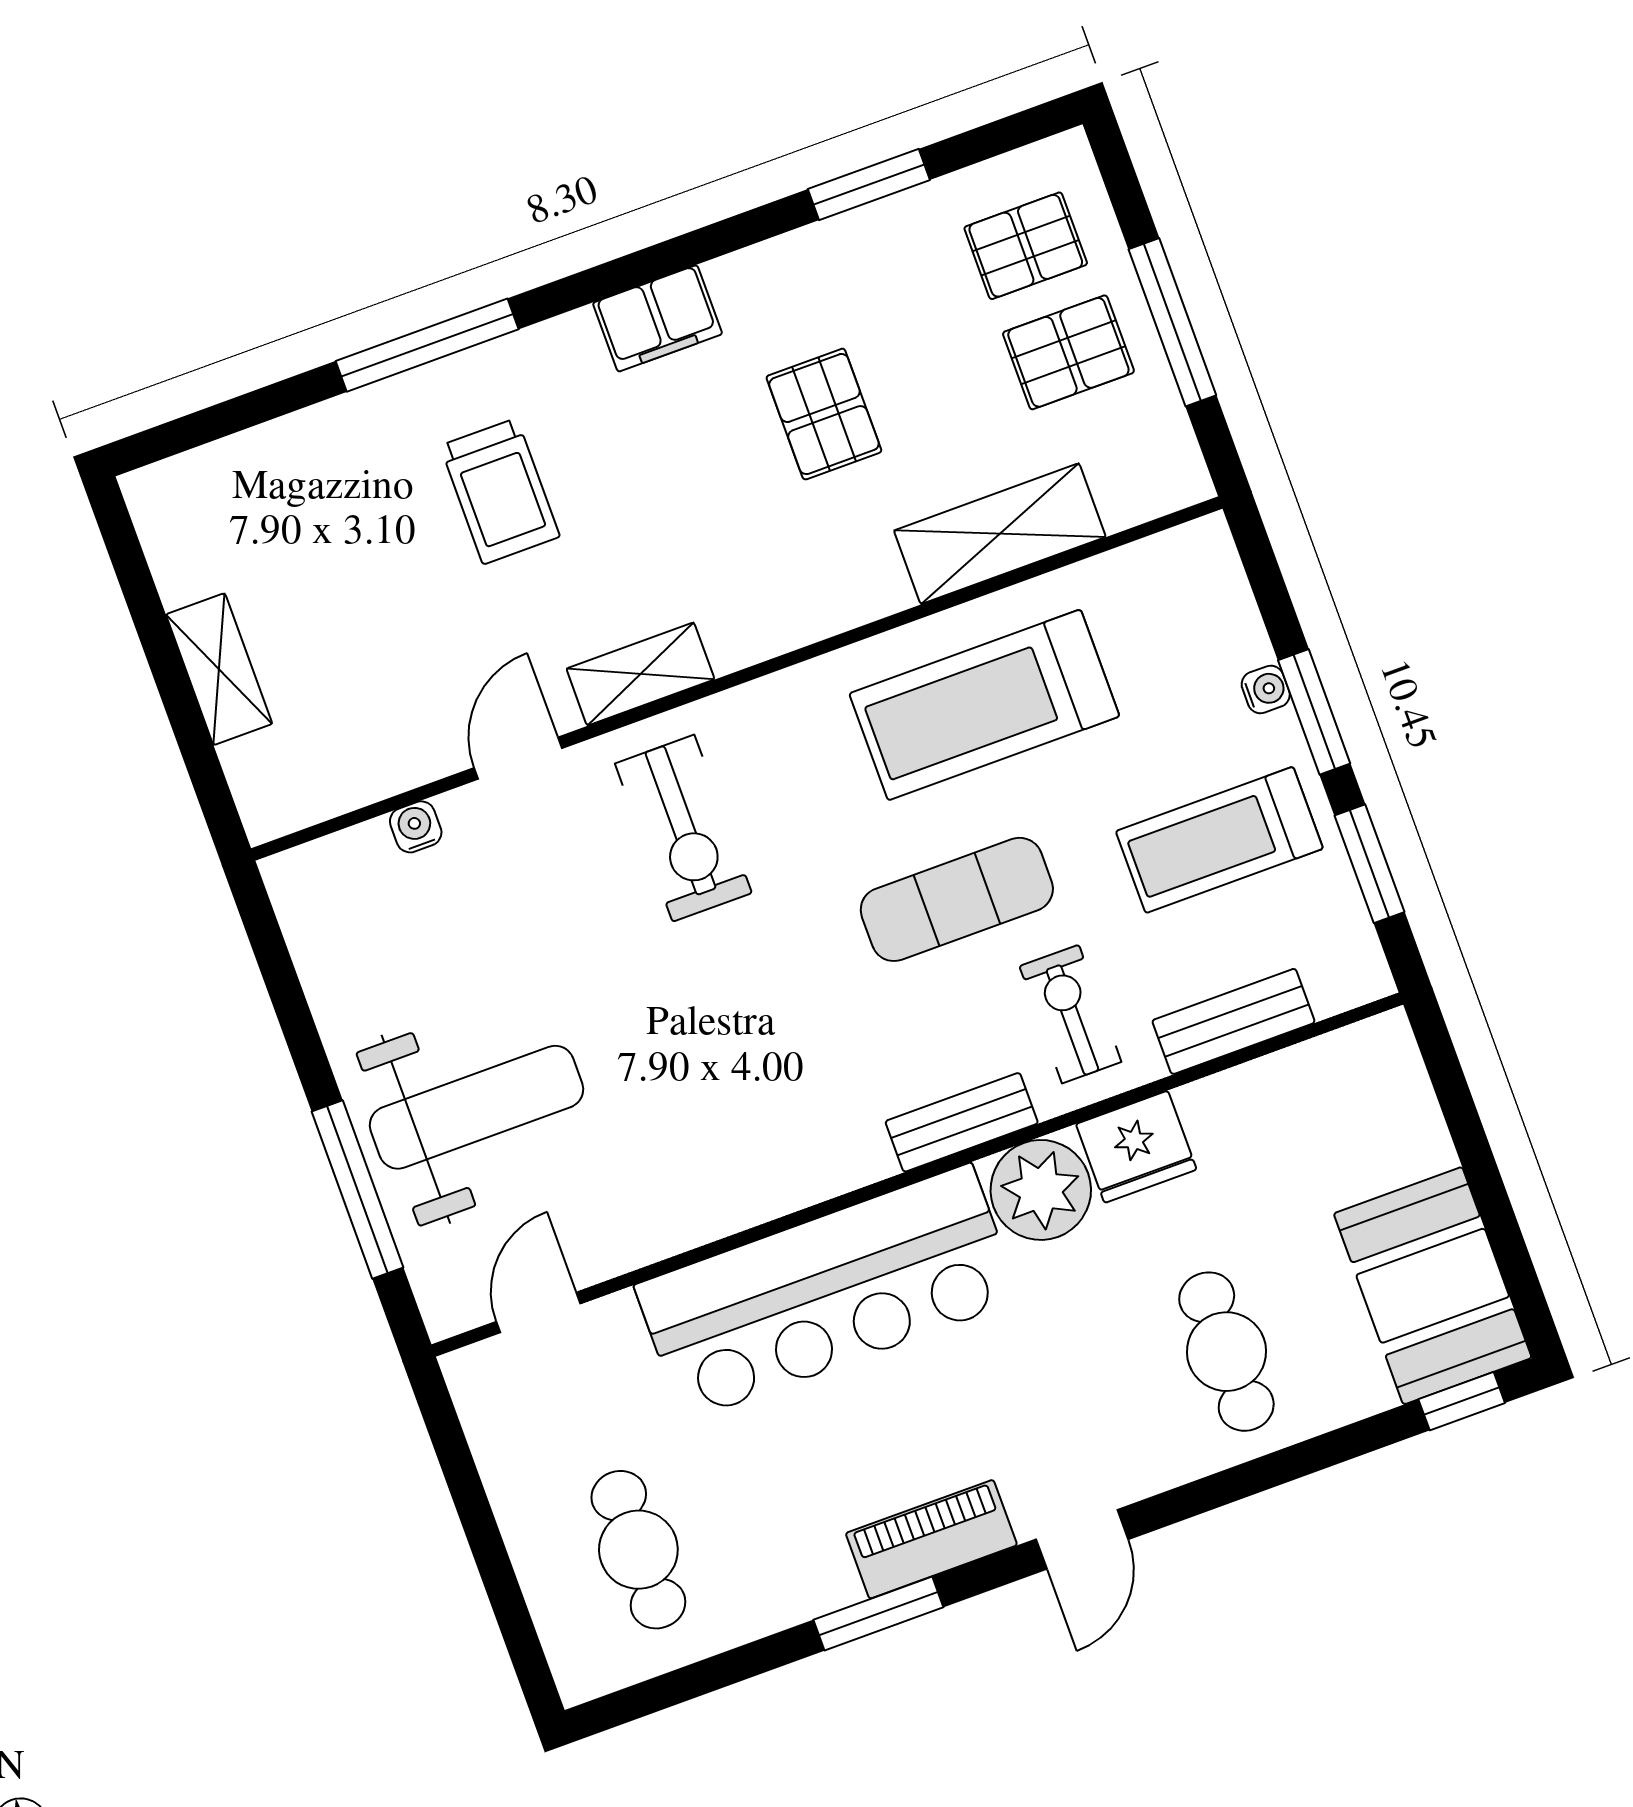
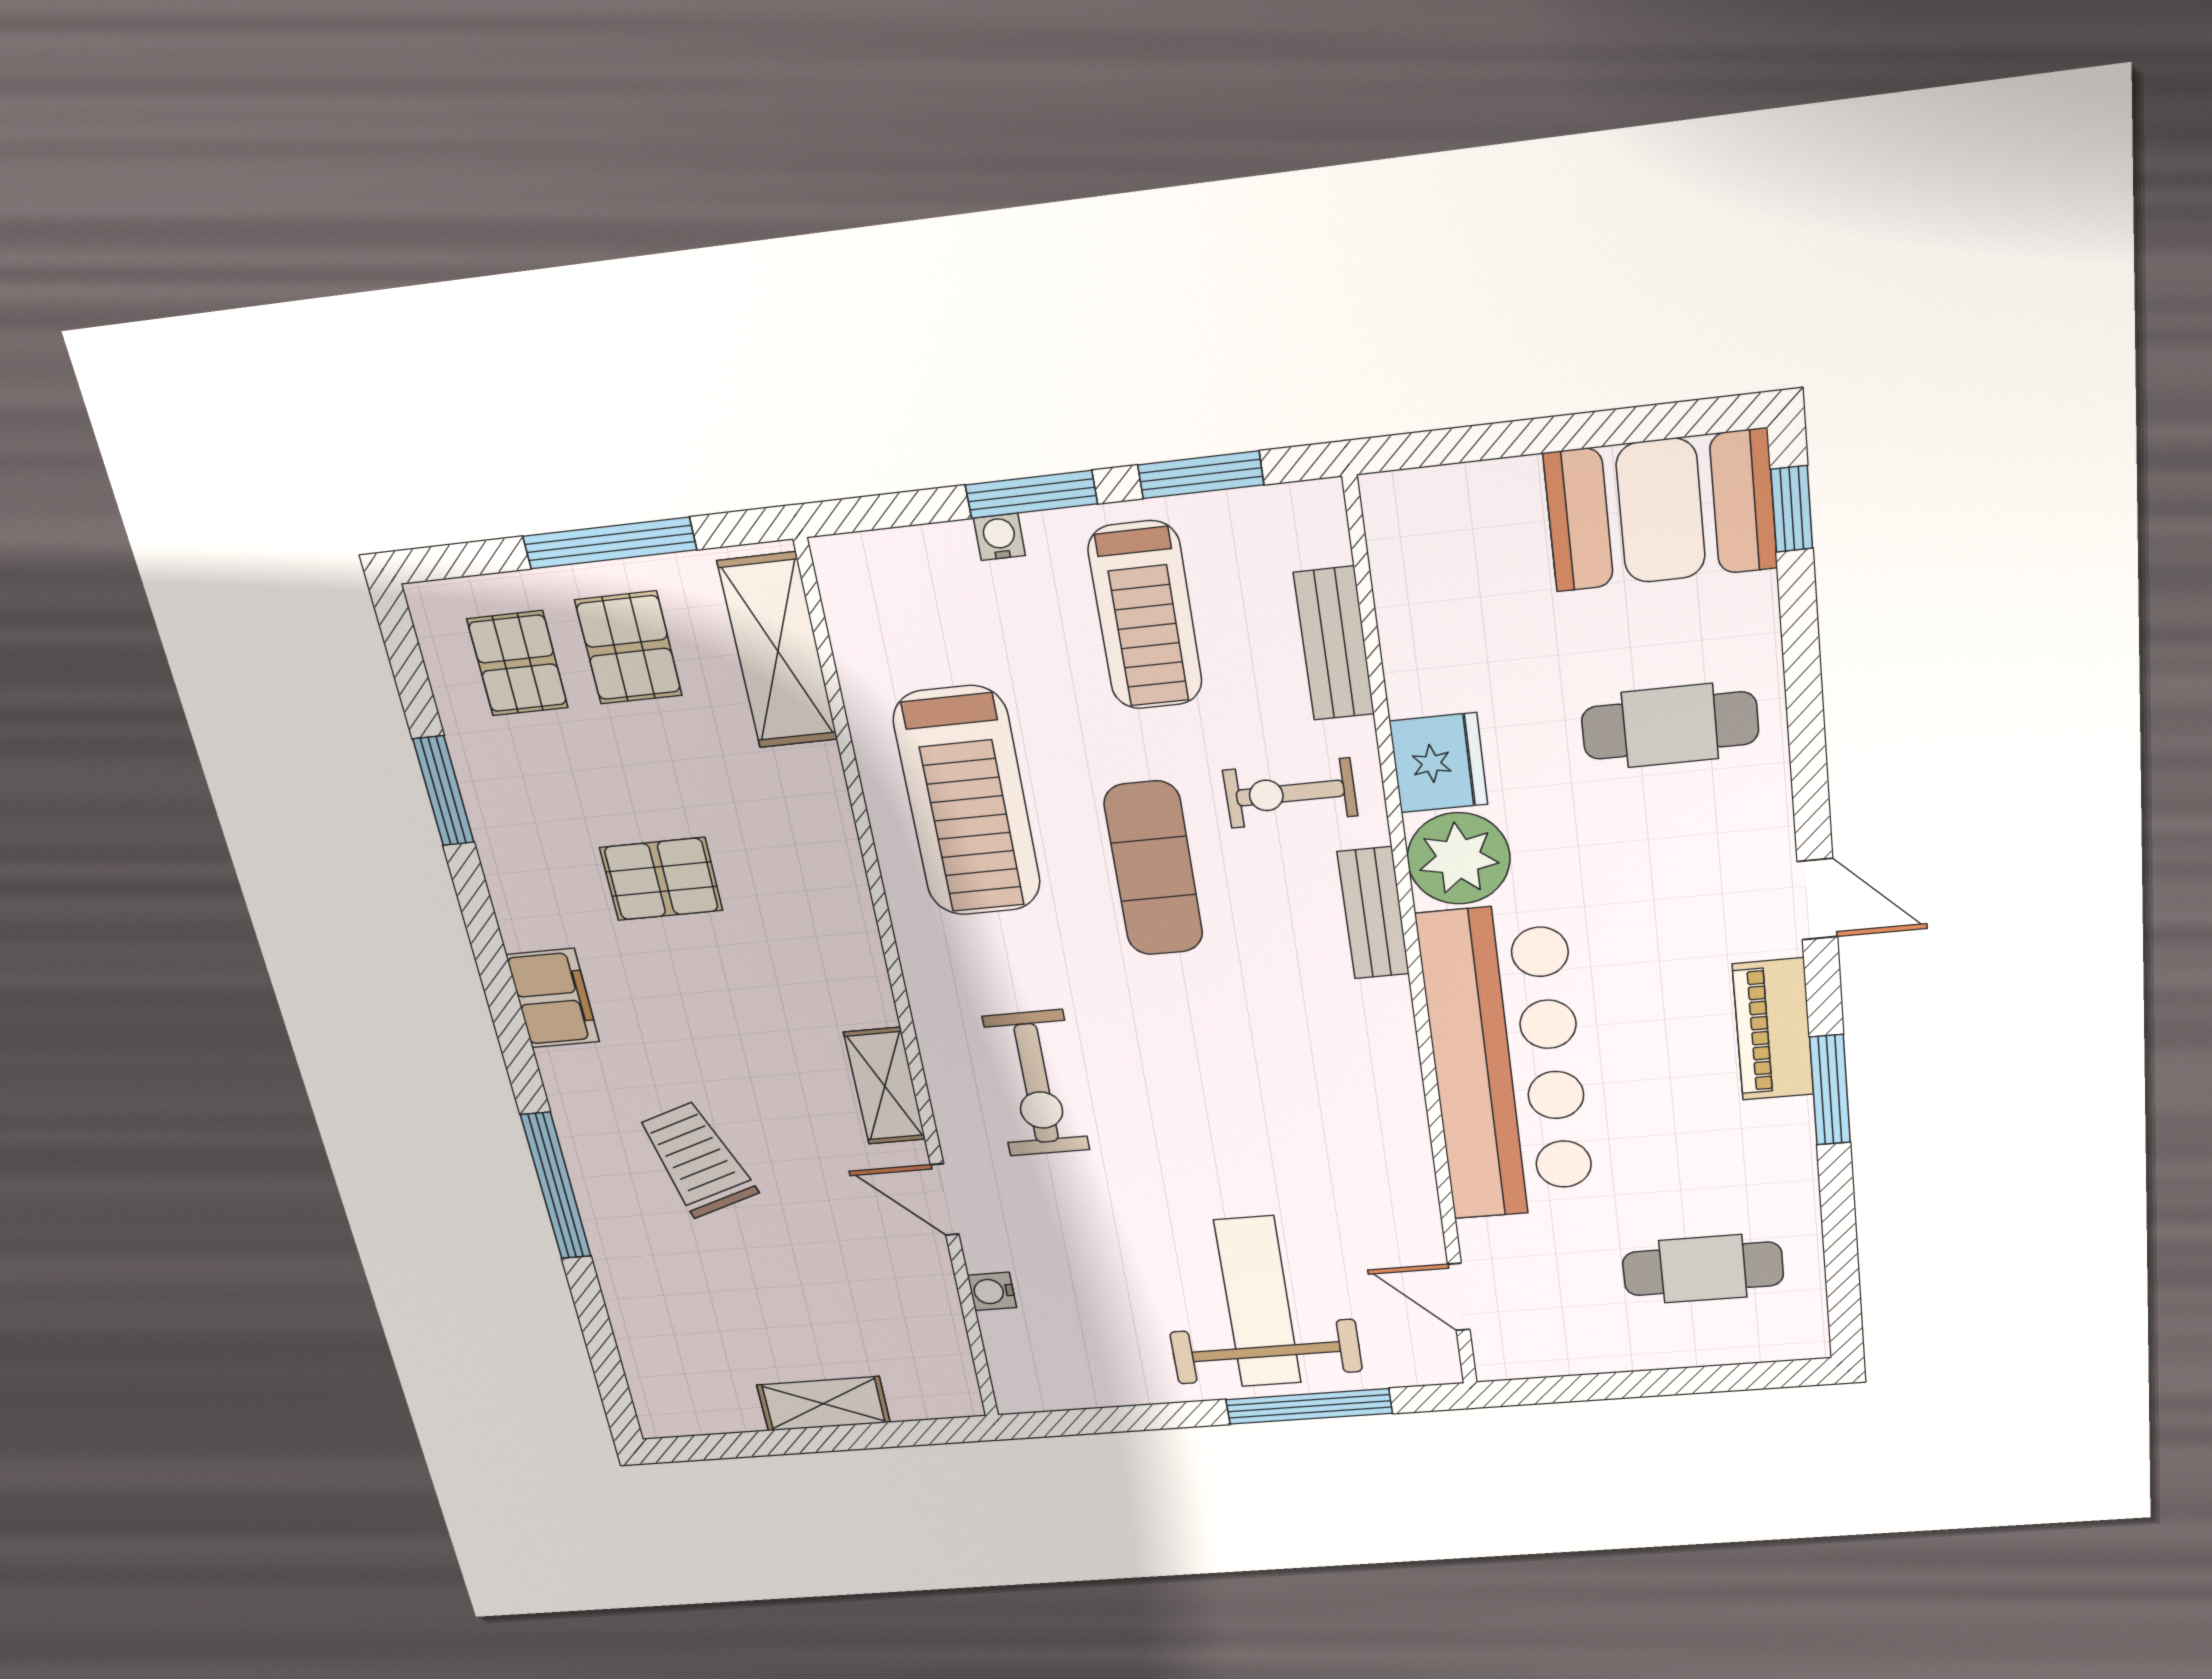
trolley: (500, 491) -> (697, 1159), turned -108
shelving: (1000, 534) -> (778, 651), moved
exercise bike: (683, 828) -> (1036, 1083), turned 90

